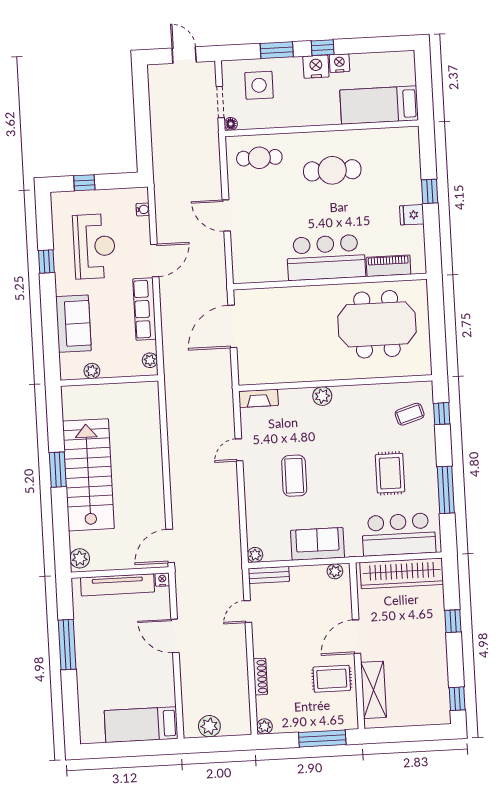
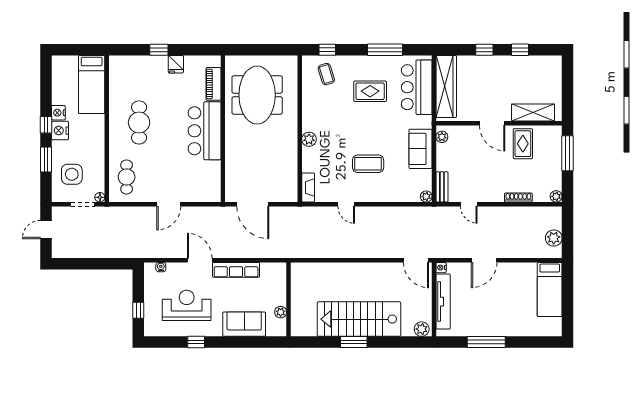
plant: (150, 360) -> (275, 268), removed
window: (457, 699) -> (520, 50), moved

